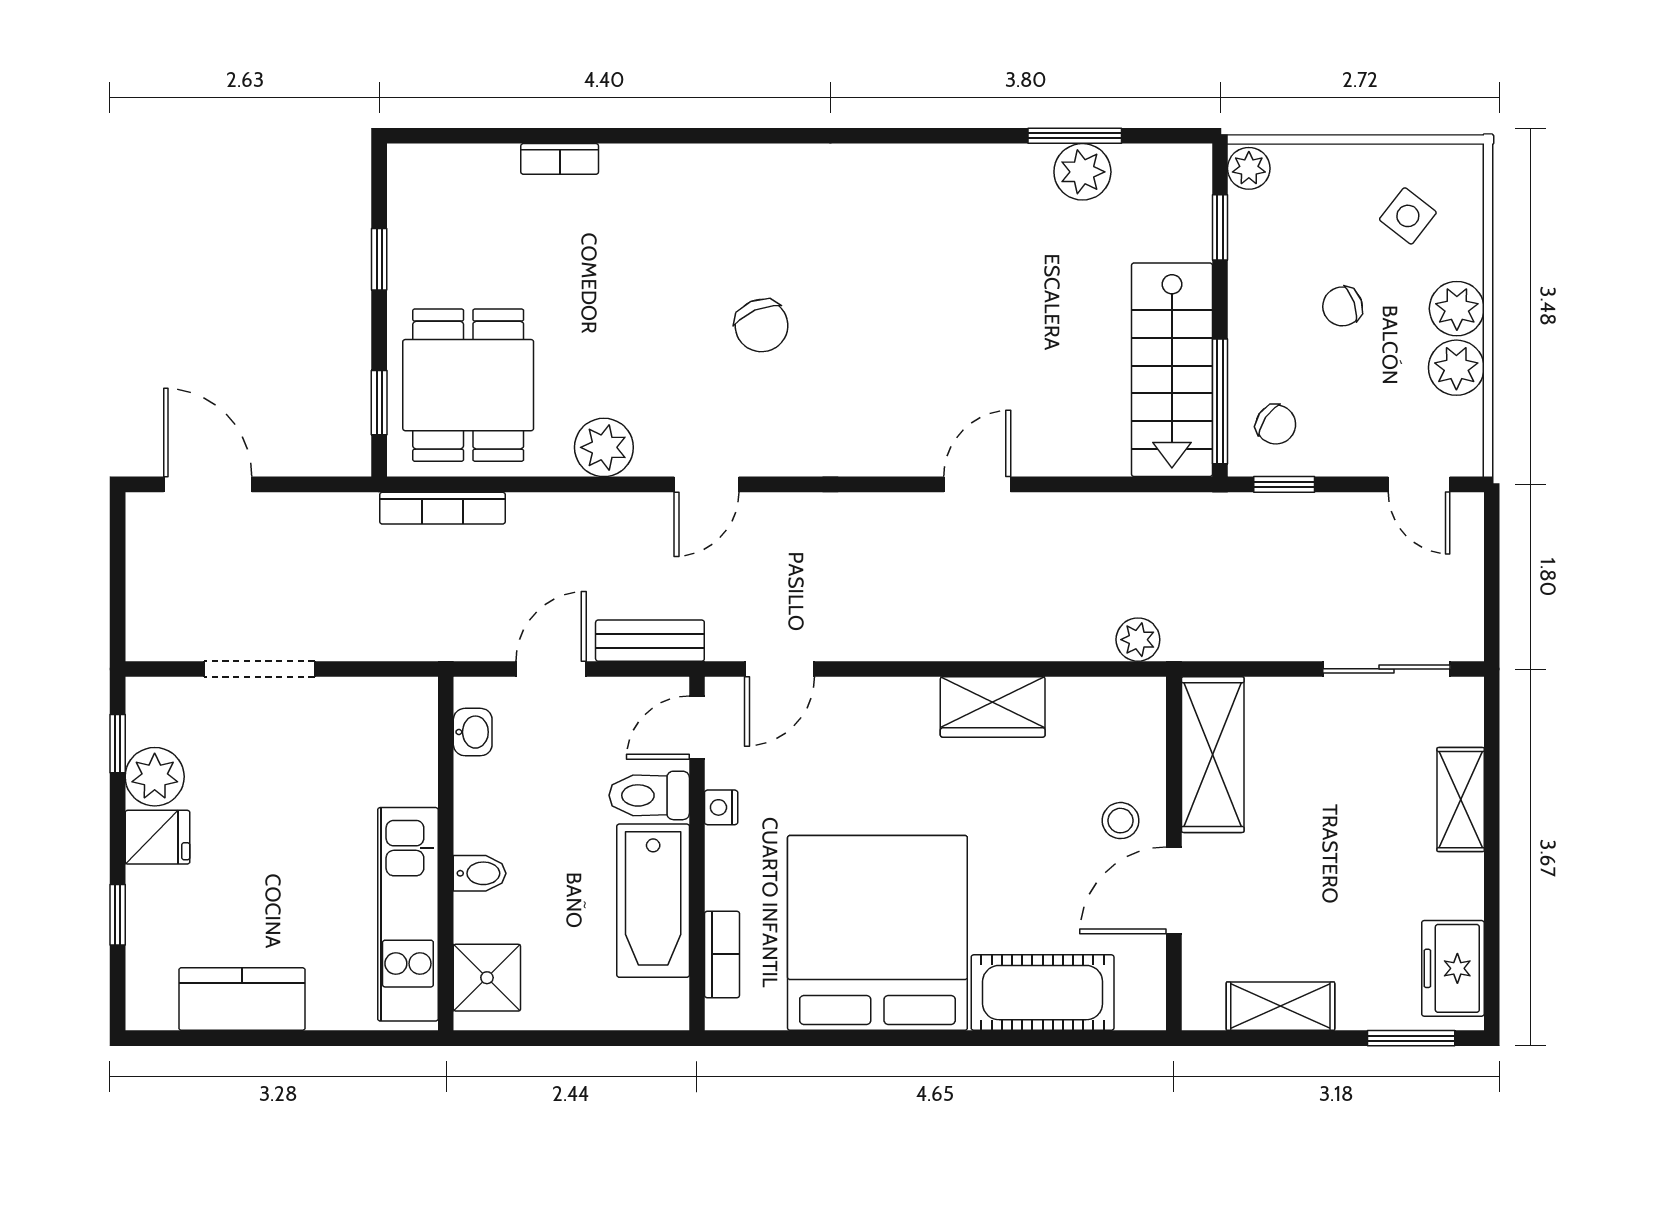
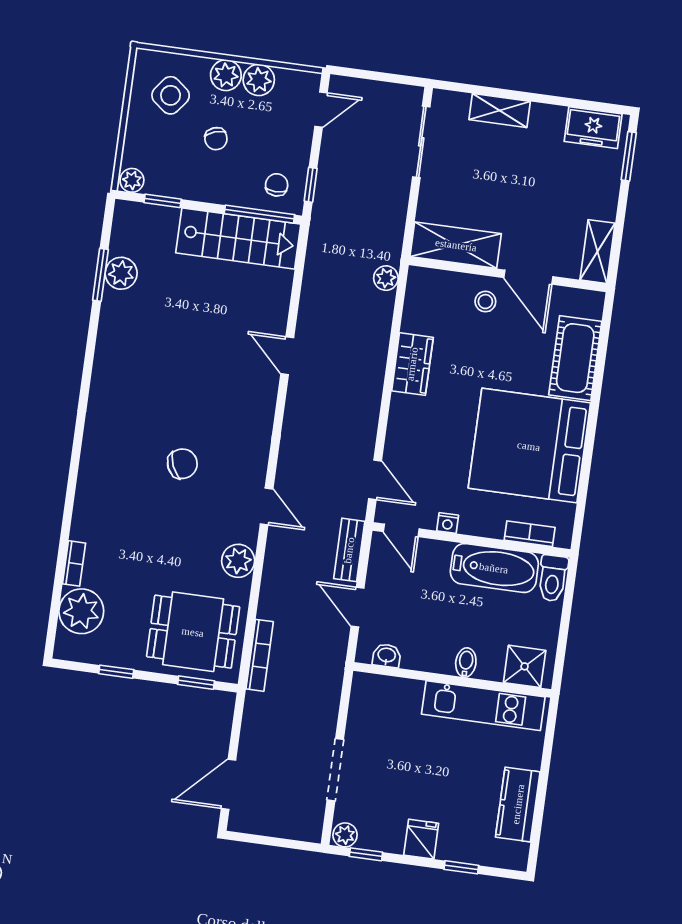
plant: (477, 183) -> (81, 611), added
side table: (1408, 216) -> (171, 95), width x1.37, depth x1.37
chair: (1276, 424) -> (277, 185), turned -34
plant: (155, 777) -> (345, 835), moved, width x0.73, depth x0.73
toilet: (649, 795) -> (553, 578), moved
shelving: (1280, 1006) -> (598, 252), moved

